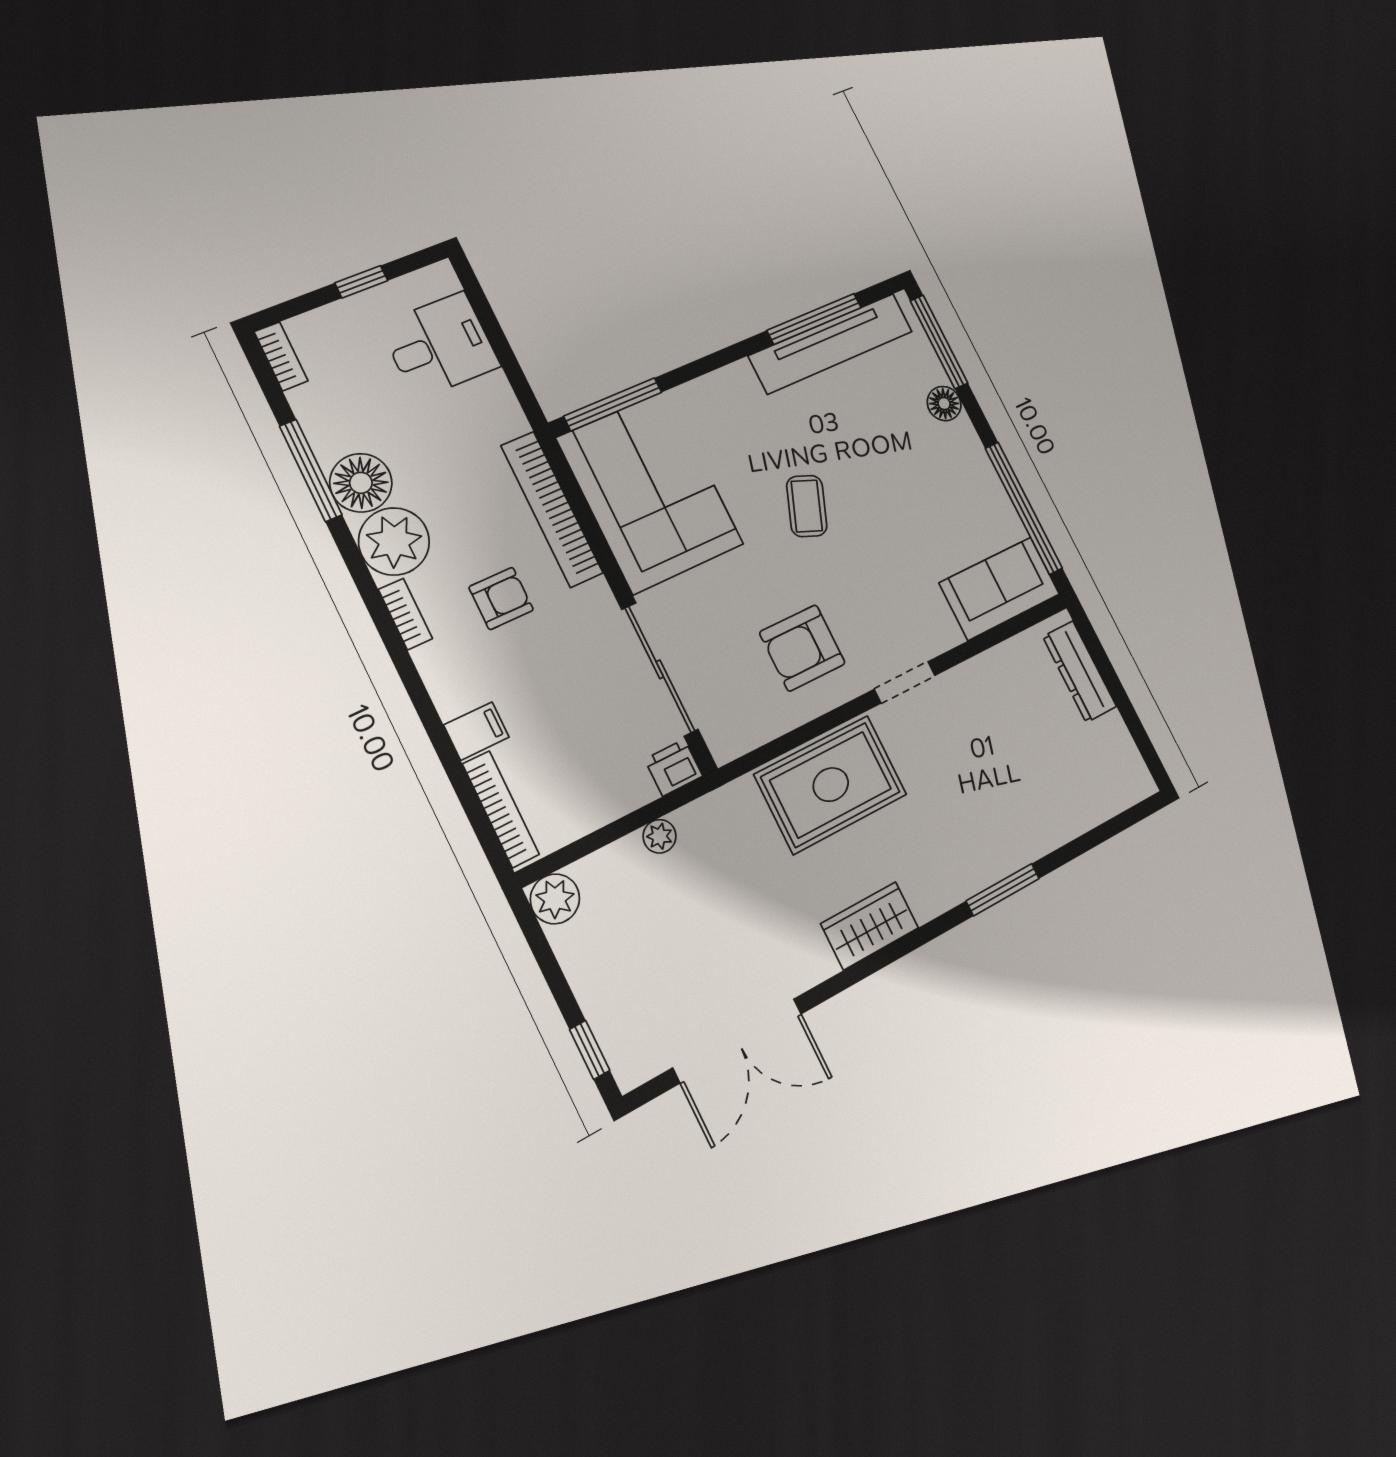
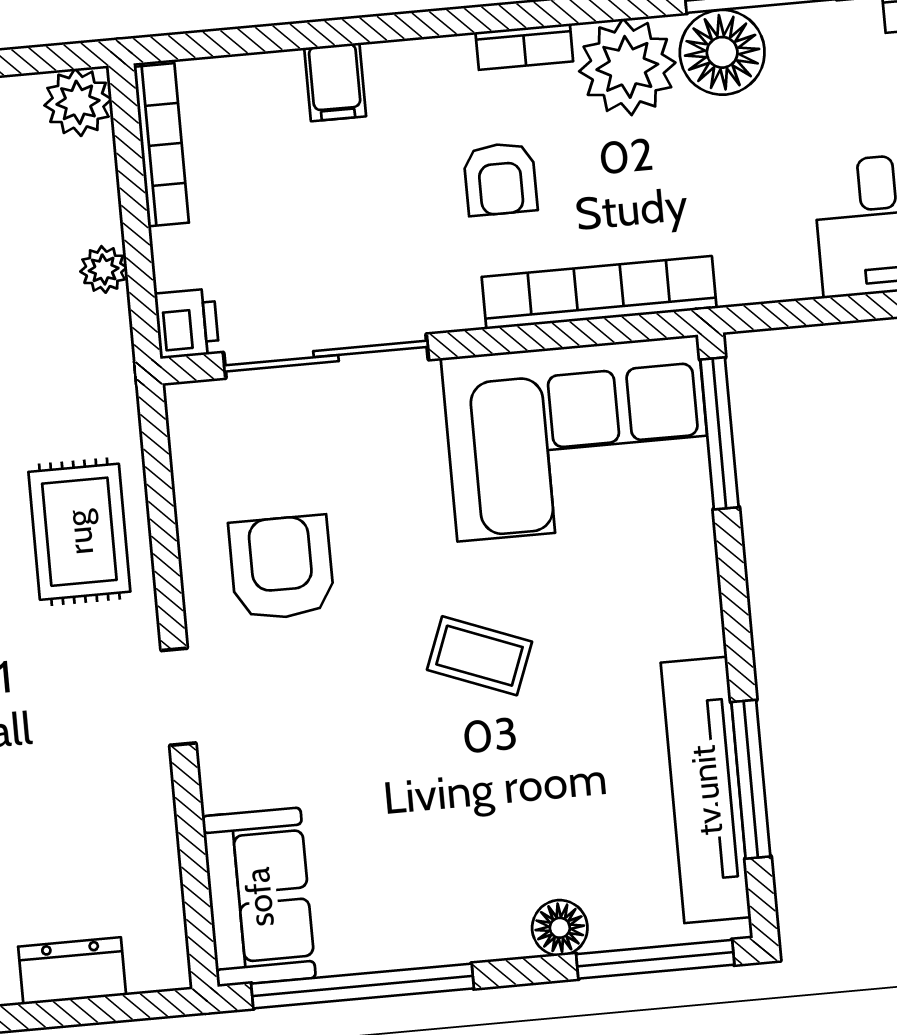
dresser: (1080, 672) -> (72, 971), width x0.70
rug: (831, 785) -> (79, 532), width x0.73, depth x0.70
bookcase: (501, 809) -> (161, 145), moved, turned -90

